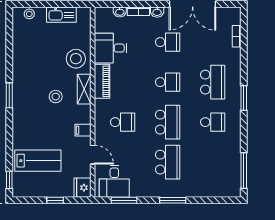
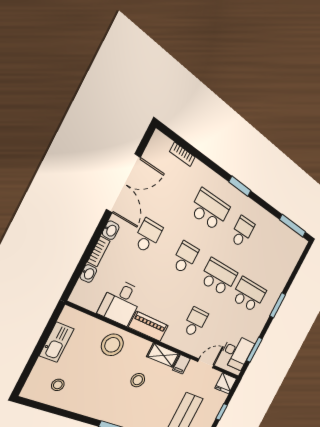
stool: (29, 14) -> (58, 385), moved
shelving: (84, 89) -> (163, 355), moved

